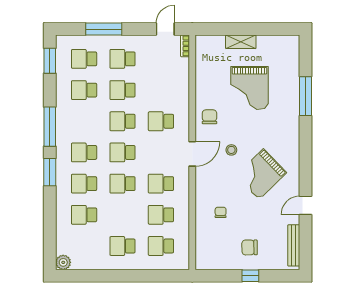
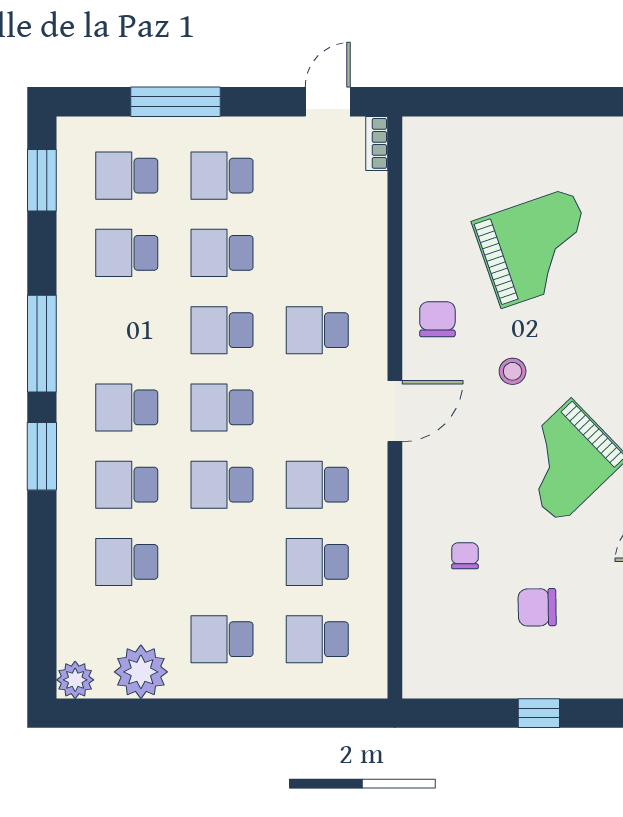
shelving: (241, 42) -> (515, 133), removed
grand piano: (249, 88) -> (537, 248), turned -109
stool: (231, 150) -> (513, 371), moved
chair: (250, 247) -> (537, 607), moved
plant: (90, 259) -> (141, 672), added

